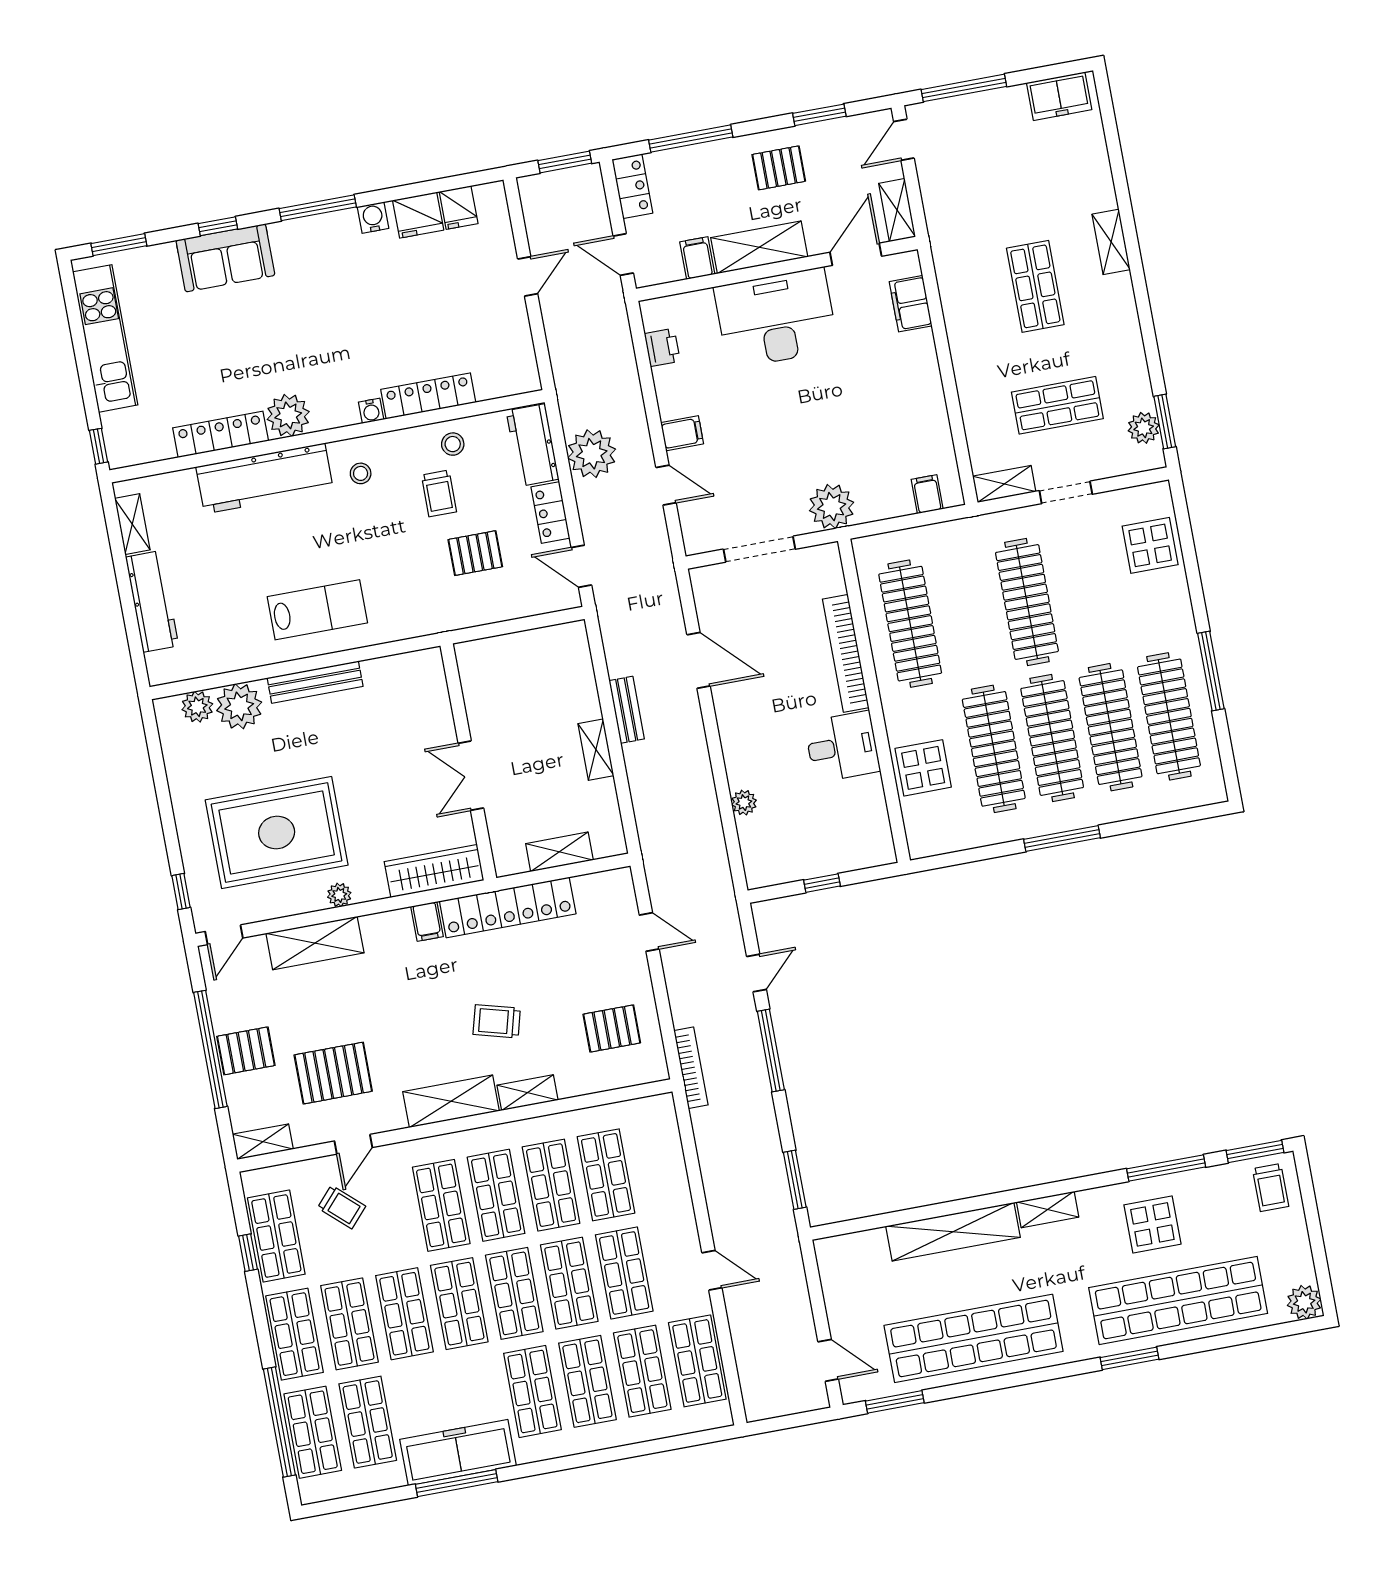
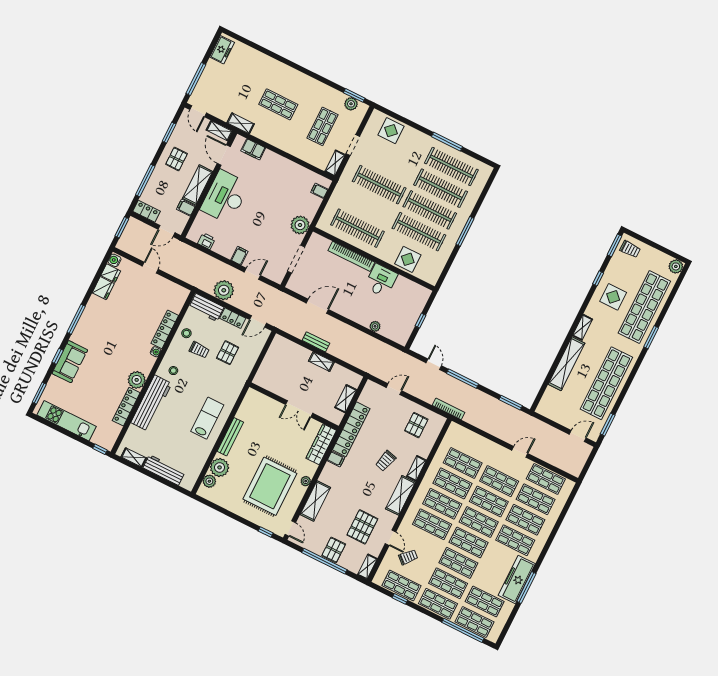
water cooler: (373, 218) -> (114, 260), moved
shelving: (1111, 242) -> (241, 123), moved
window: (1166, 1168) -> (598, 278), width x0.46

